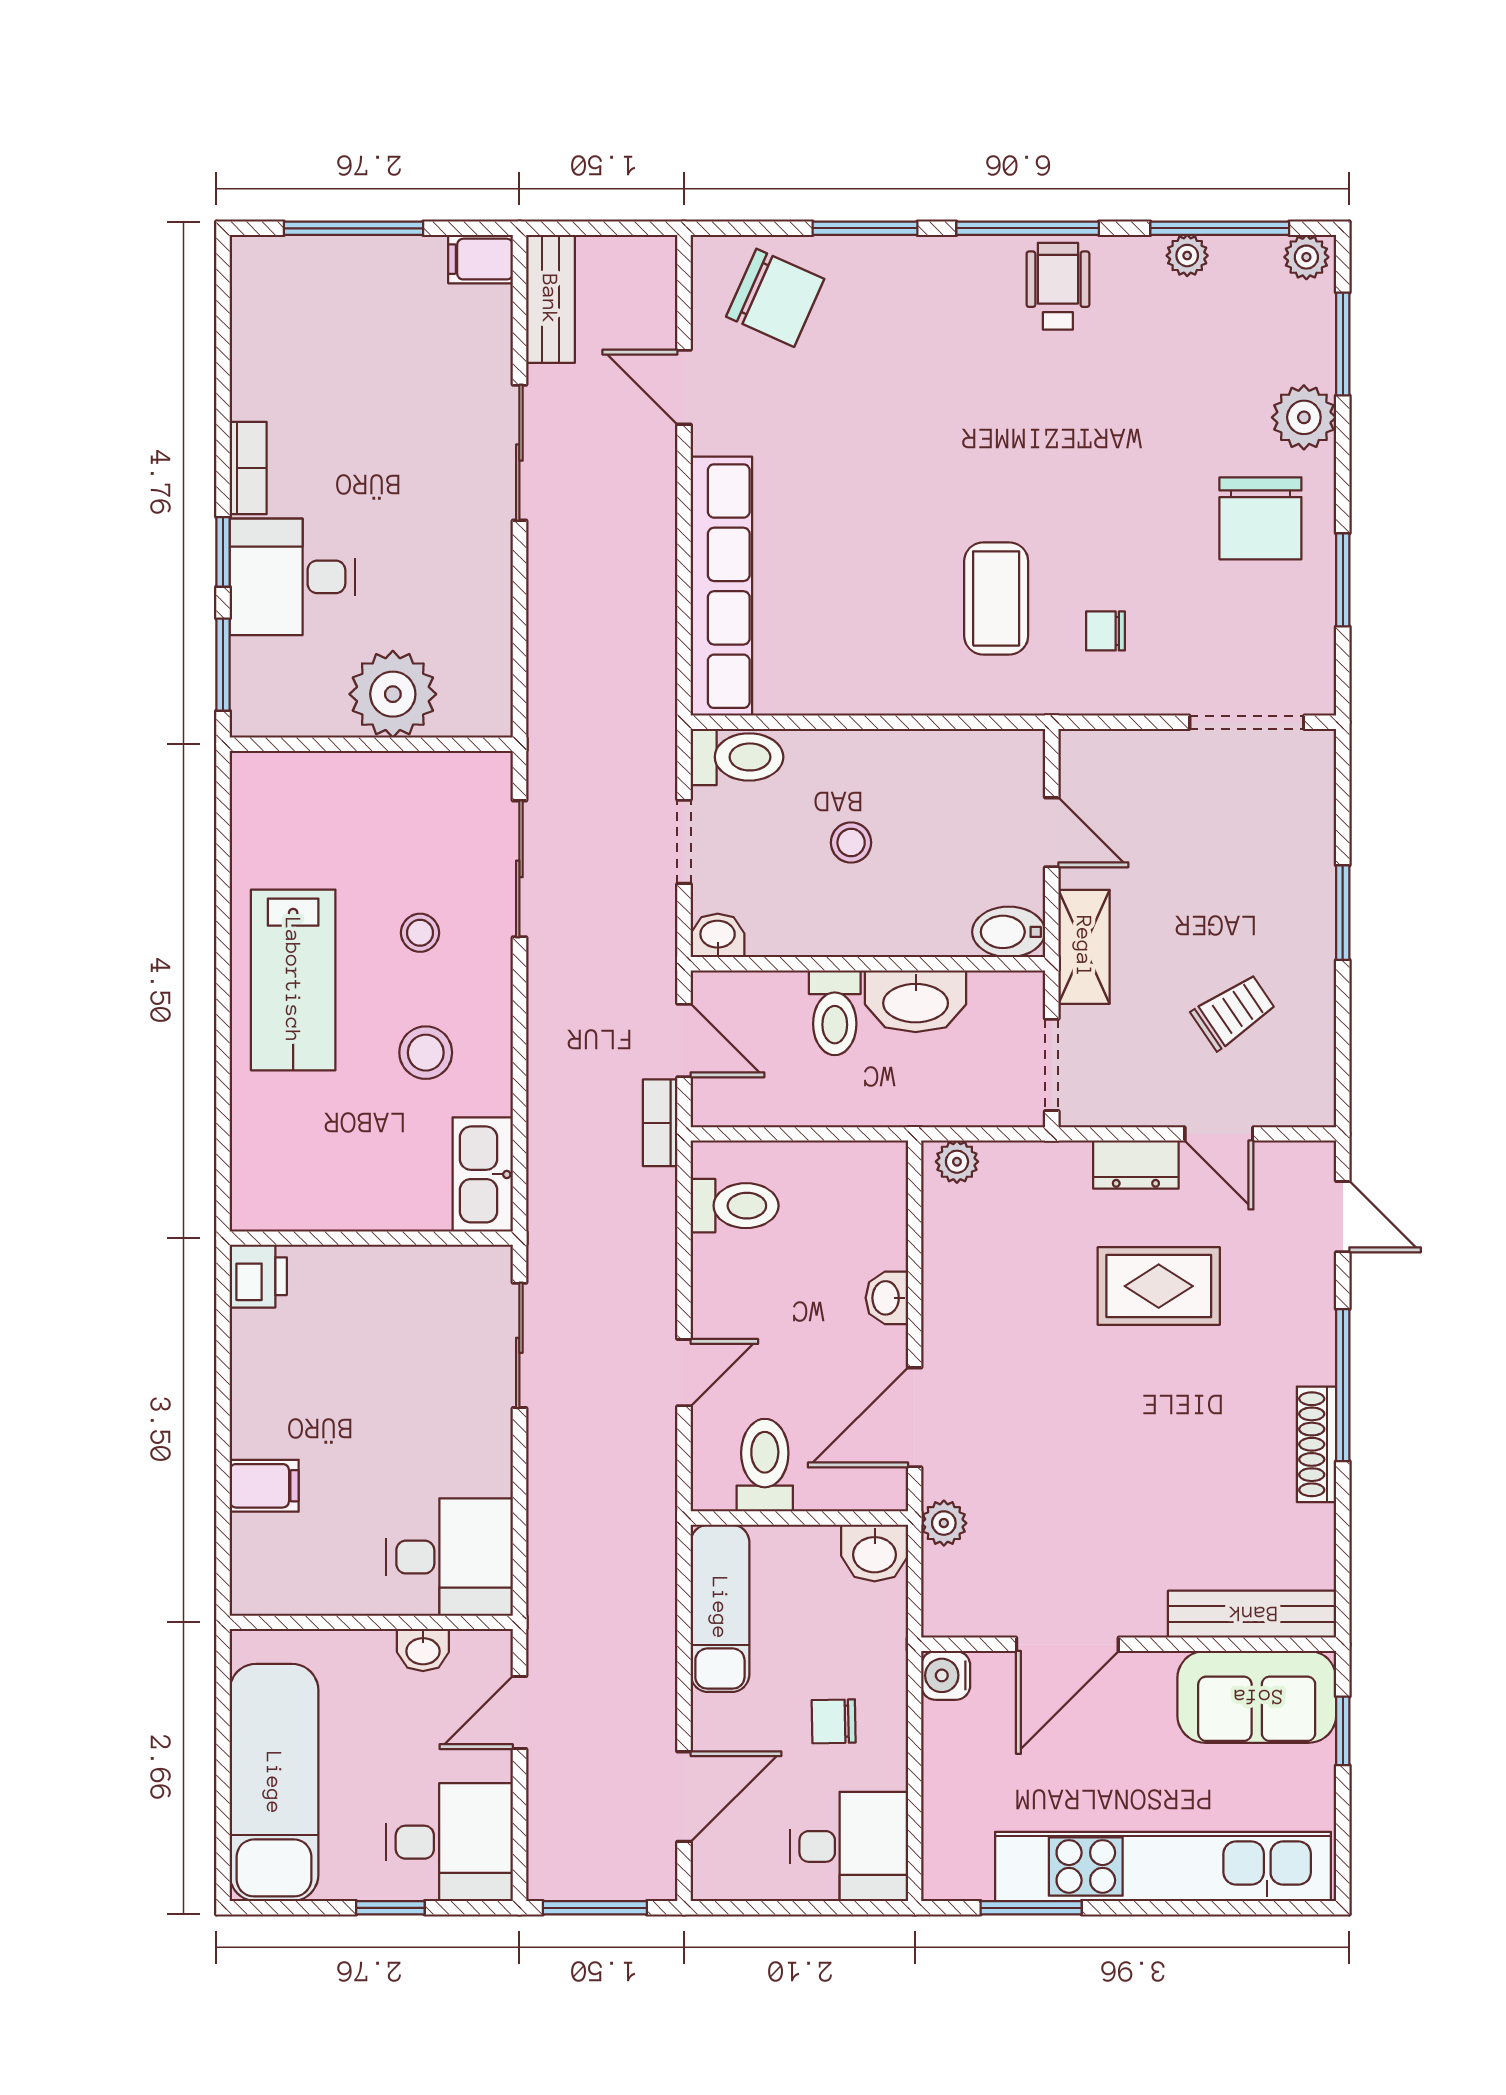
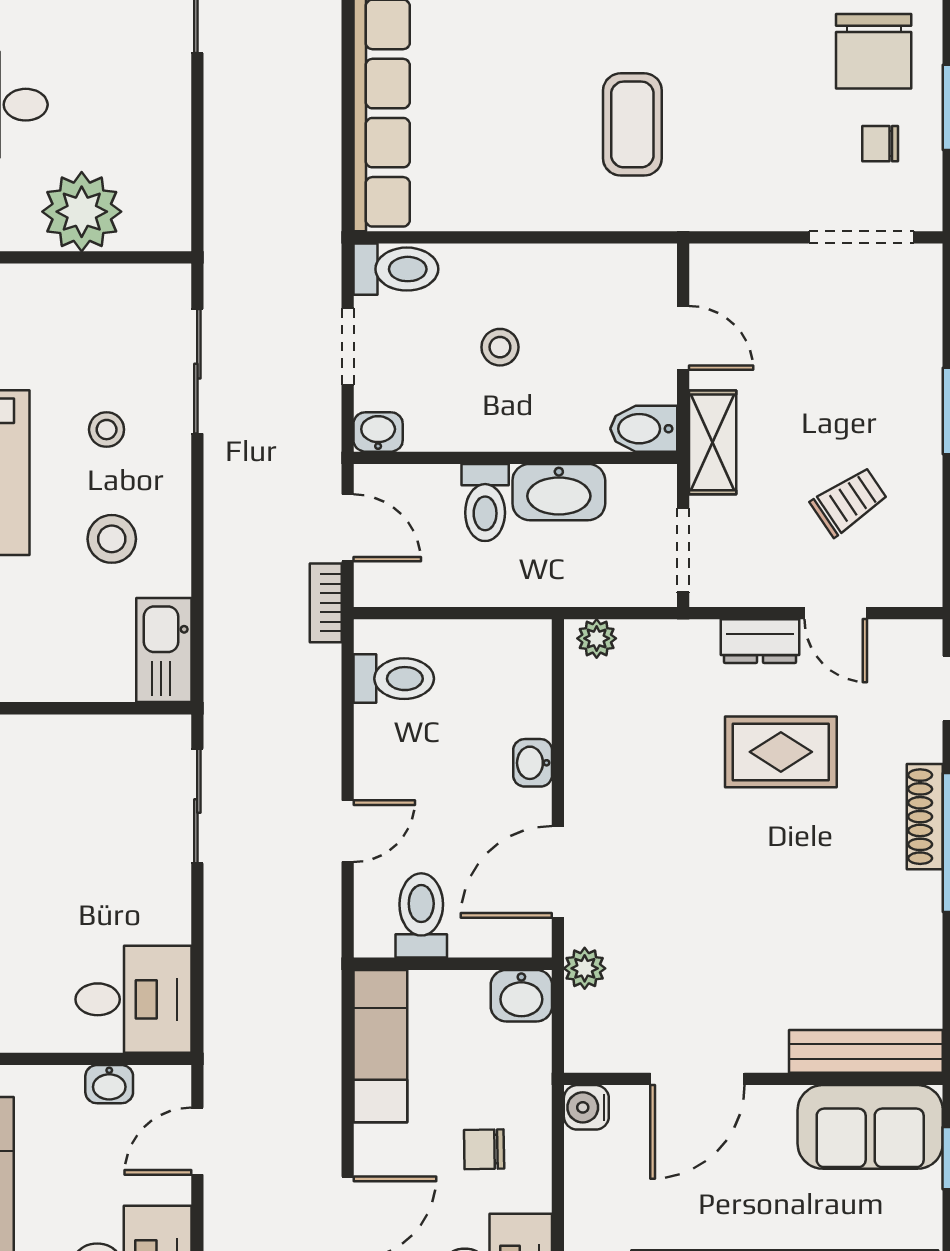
chair: (1106, 631) -> (880, 144), moved
shoe rack: (1316, 1444) -> (925, 817), moved

